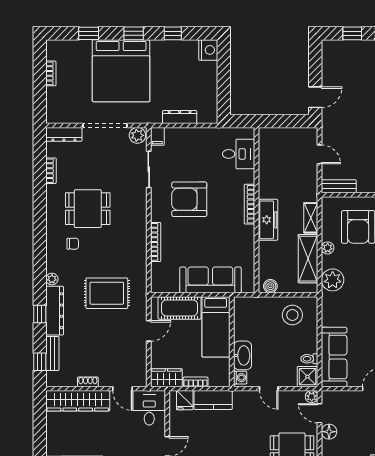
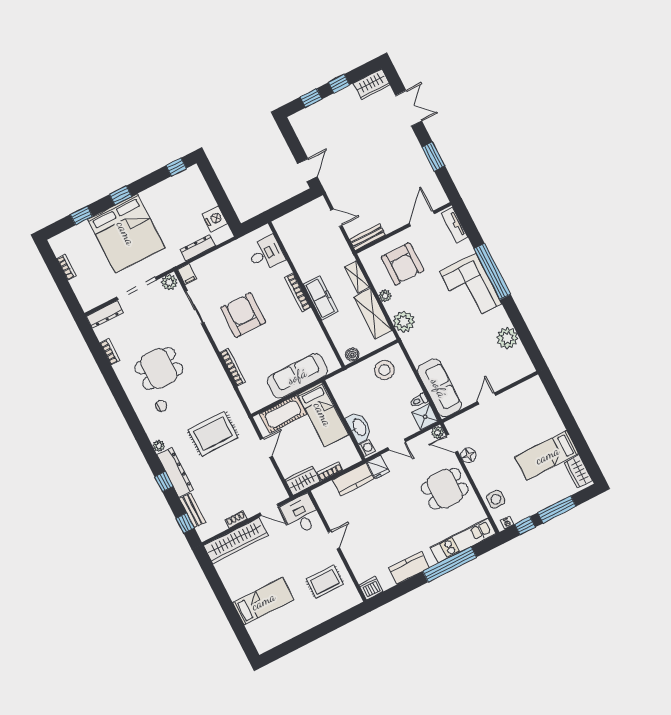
window: (173, 33) -> (176, 167), moved
nightstand: (208, 50) -> (215, 219), moved
armchair: (189, 199) -> (243, 315), turned 90
fridge: (185, 400) -> (378, 467), moved

